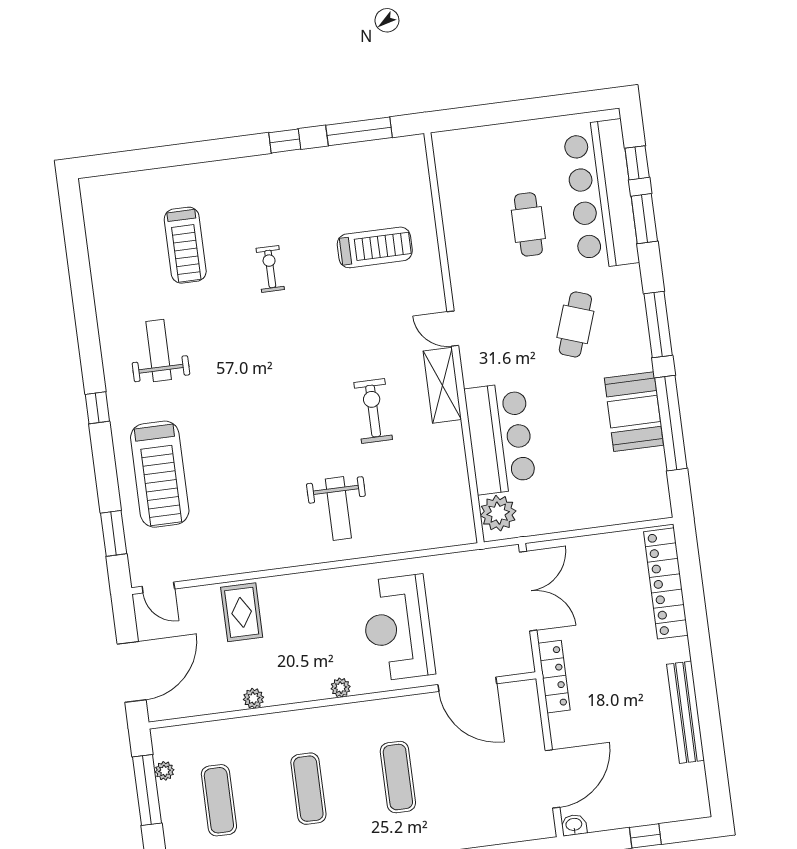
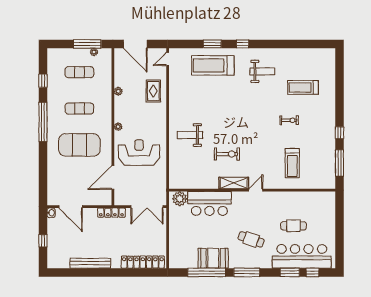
window: (114, 533) -> (212, 44), moved
rug: (242, 612) -> (153, 91), turned 90
exercise mat: (398, 777) -> (79, 145), width x2.00, depth x1.45

